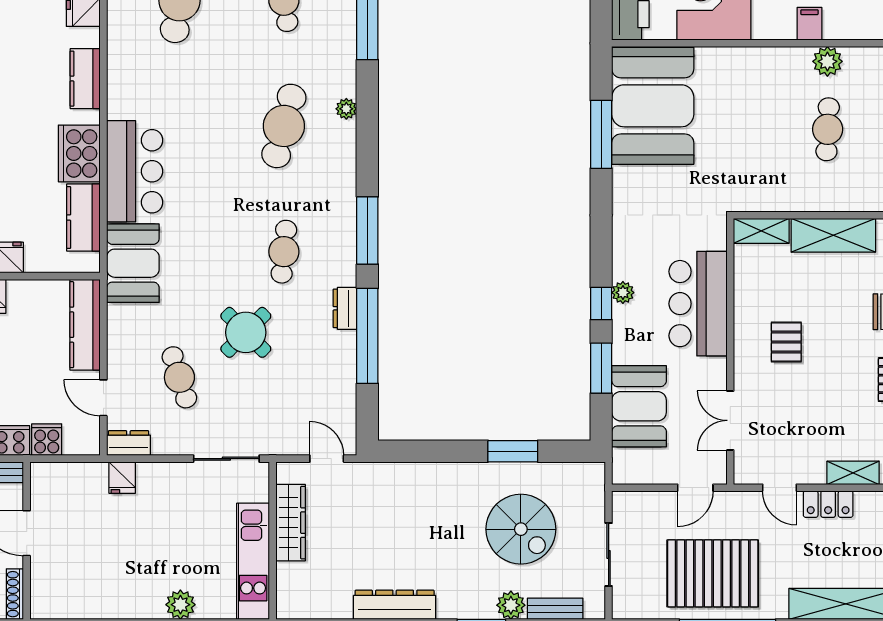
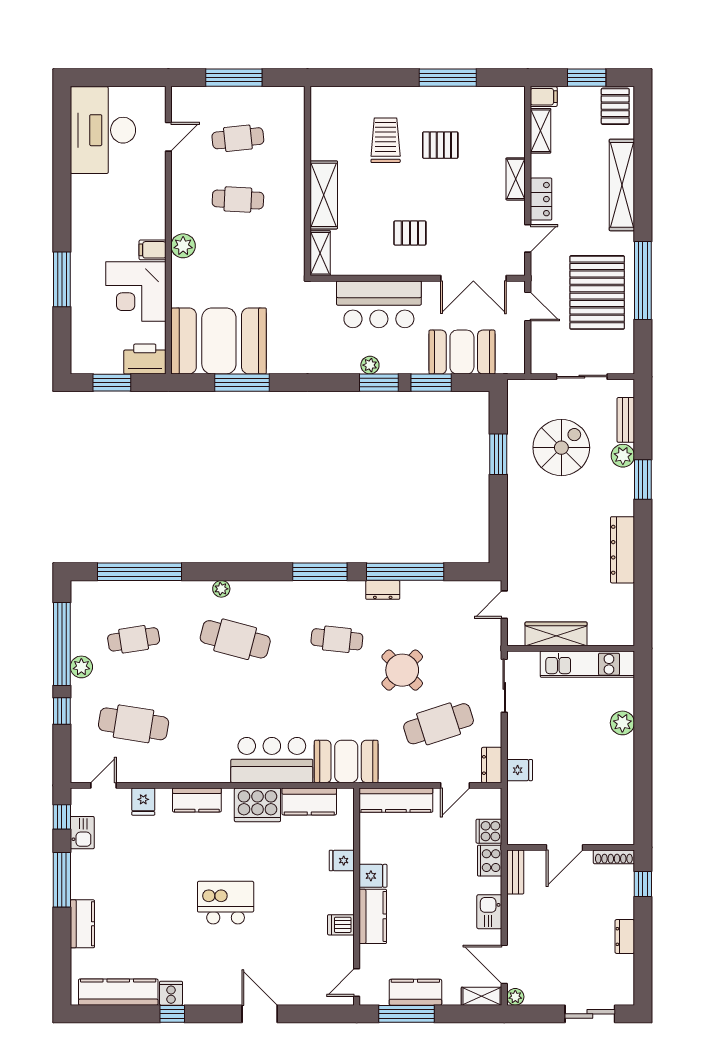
filing cabinet: (809, 24) -> (153, 250), moved
plant: (827, 61) -> (183, 246), moved
window: (601, 304) -> (379, 383), width x1.50
cafe table: (179, 377) -> (439, 724), width x1.37, depth x1.35
double door: (730, 420) -> (473, 278), width x1.37

